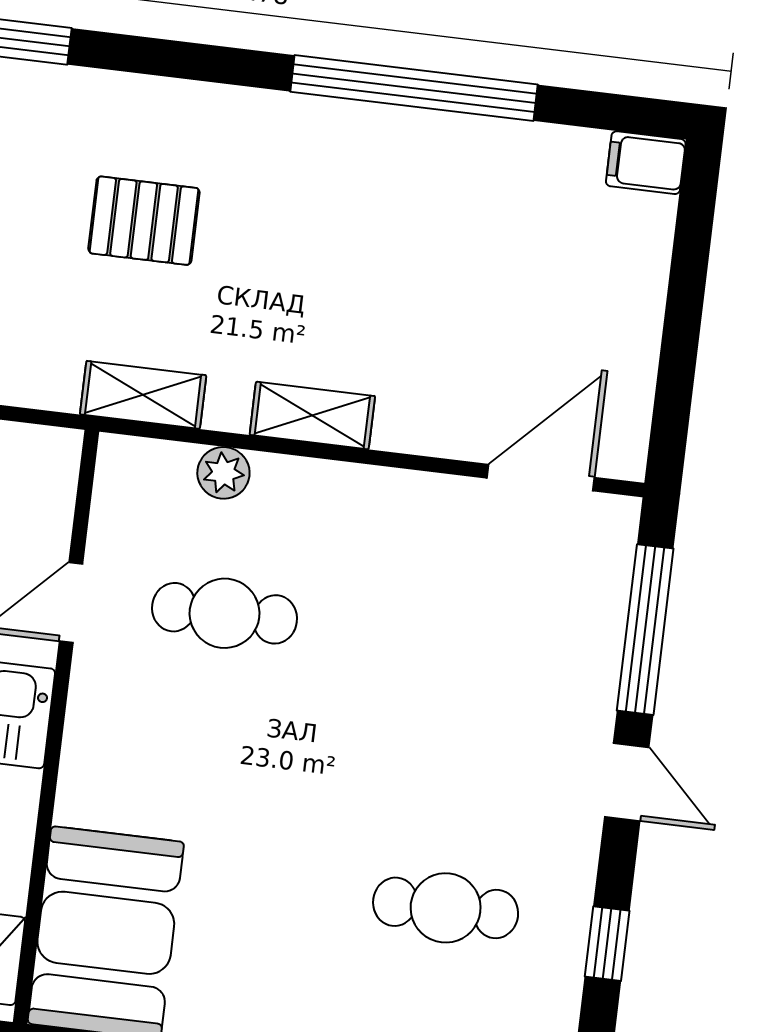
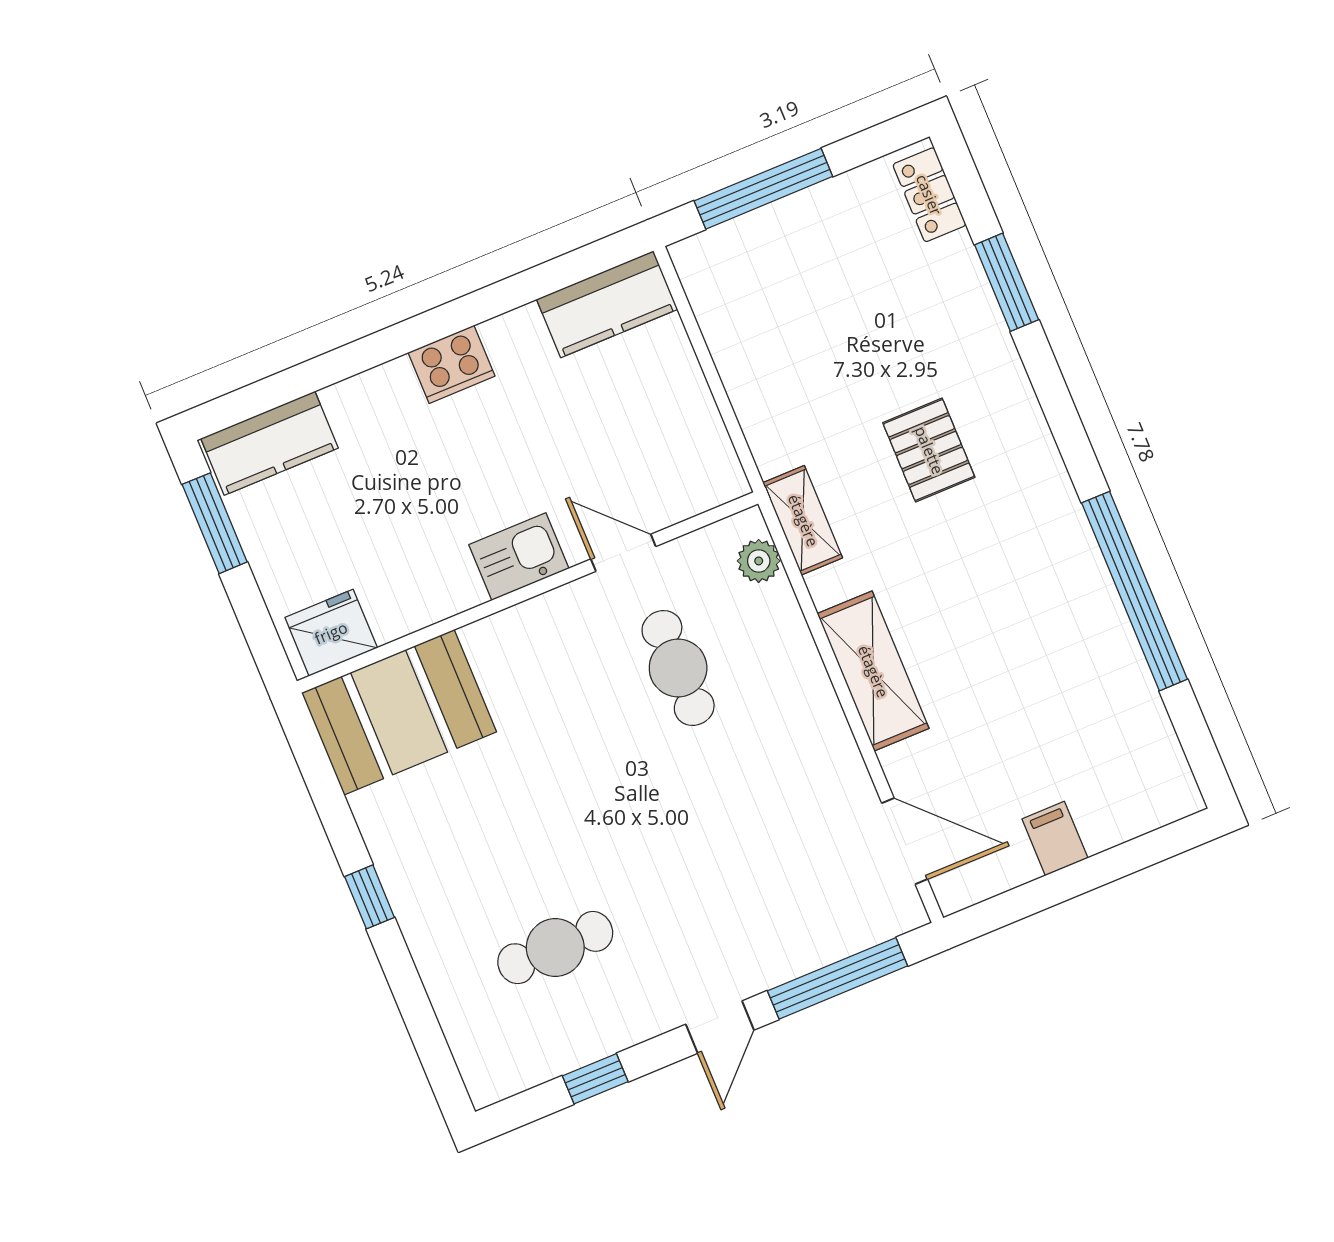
filing cabinet: (646, 163) -> (1055, 839), moved
shelving: (312, 416) -> (873, 671), width x1.50, depth x1.33
plant: (223, 473) -> (759, 561), moved
cafe table: (446, 908) -> (555, 948), turned 90

